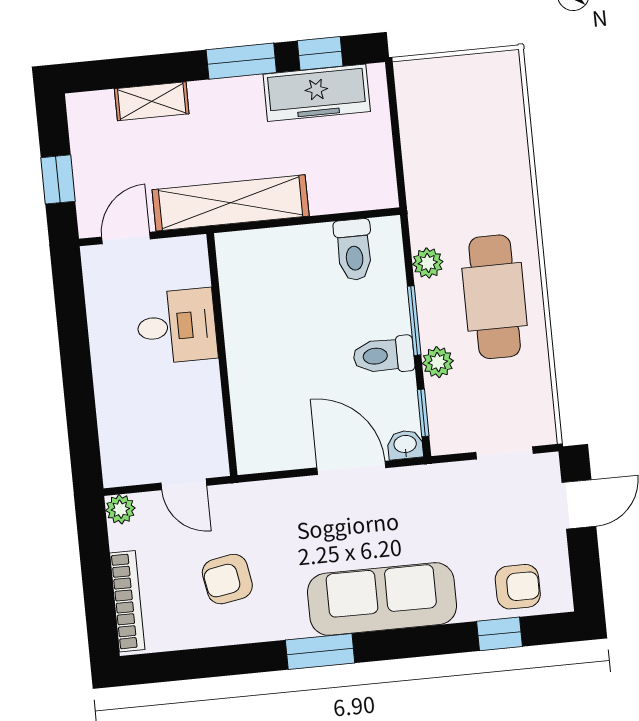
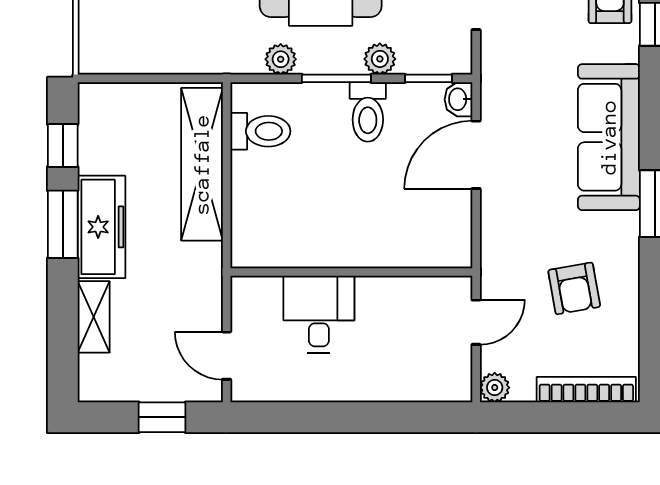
freezer: (317, 93) -> (101, 227), moved
shelving: (231, 203) -> (202, 164), moved

